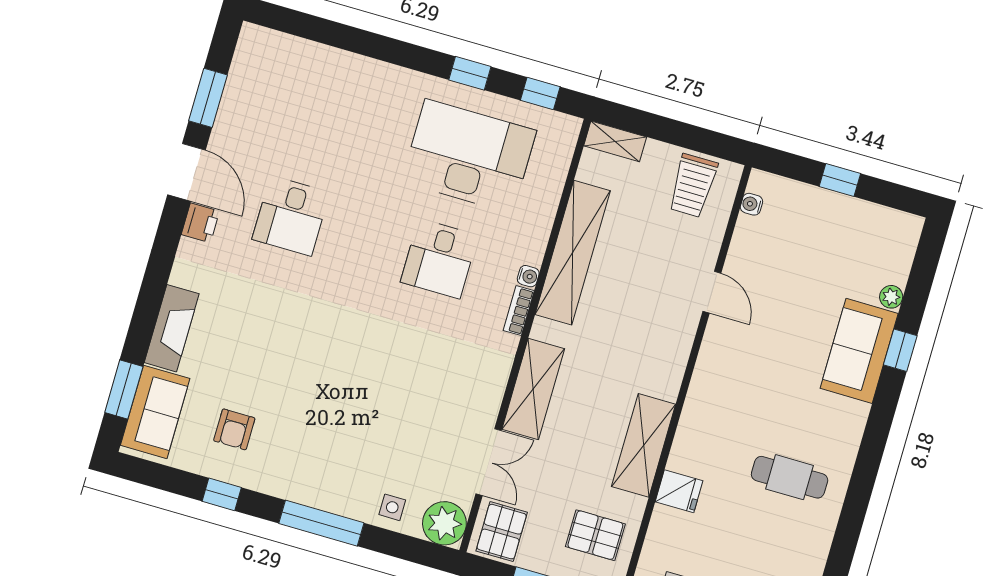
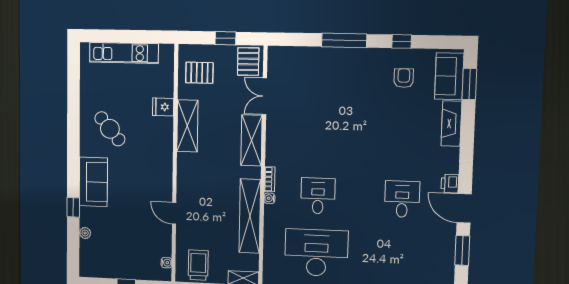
desk: (469, 156) -> (316, 253), turned 180
sofa: (859, 351) -> (93, 182), moved
cafe table: (790, 477) -> (110, 129), turned 50
side table: (392, 507) -> (309, 59), removed
plant: (444, 523) -> (279, 58), removed

